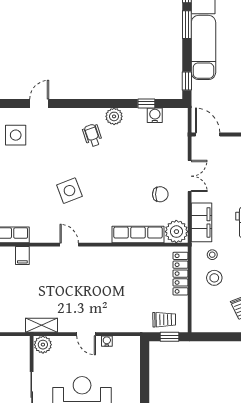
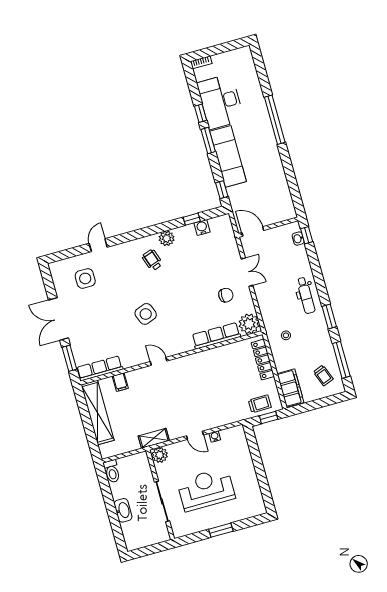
filing cabinet: (201, 222) -> (290, 388), moved
stool: (214, 278) -> (293, 355), removed

